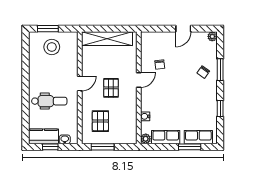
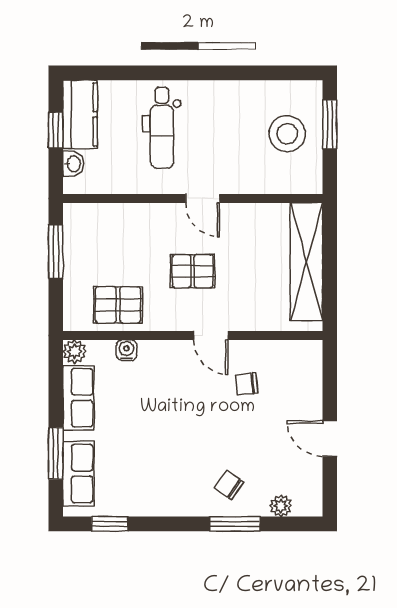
plant: (212, 36) -> (281, 506), moved
window: (220, 108) -> (110, 524), moved
pallet: (100, 121) -> (118, 305), moved

